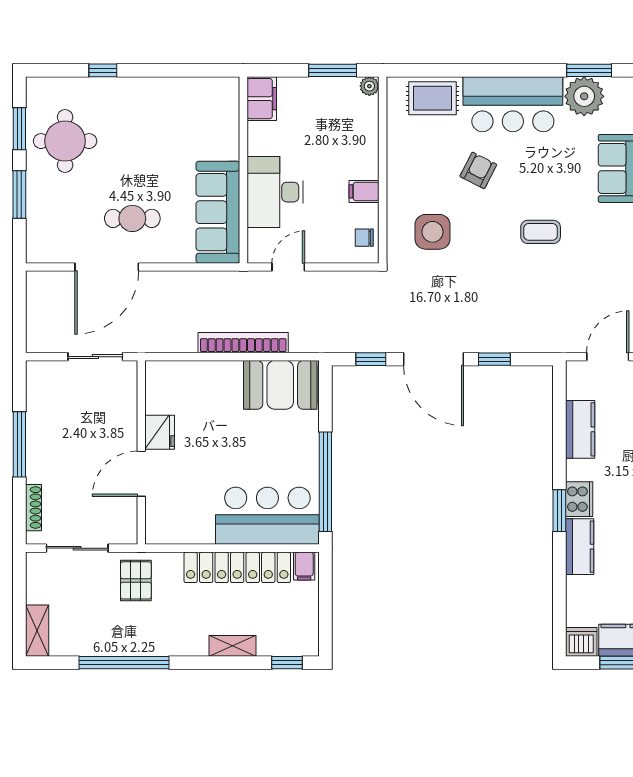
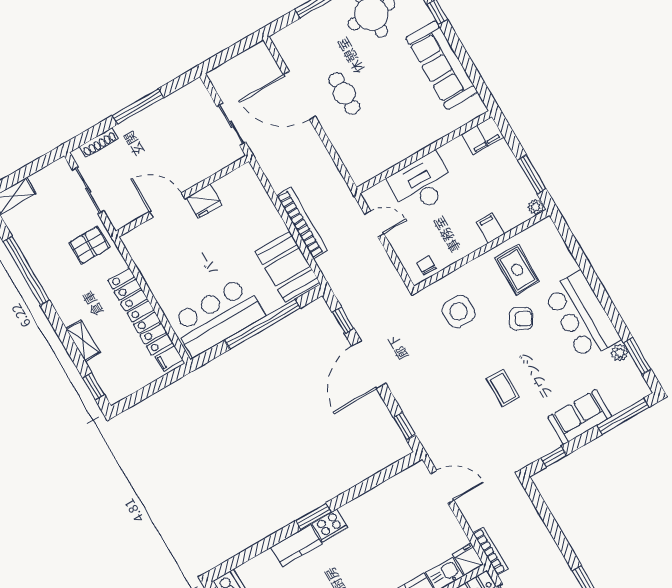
plant: (584, 96) -> (620, 353), width x0.53, depth x0.53
rug: (433, 98) -> (517, 270), moved
filing cabinet: (364, 191) -> (491, 228), moved
sofa: (218, 212) -> (442, 65), moved, turned -90
window: (494, 359) -> (405, 426), moved
kitchen counter: (580, 429) -> (379, 497), removed
window: (325, 482) -> (262, 324), moved
bar counter: (267, 516) -> (218, 317), moved, turned -90

